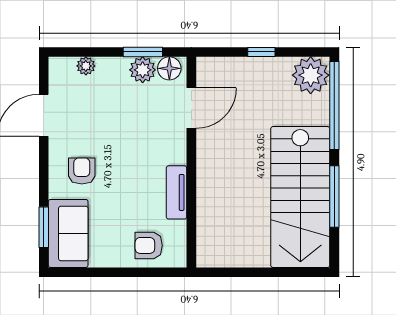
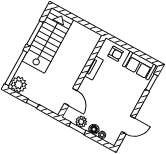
floor lamp: (169, 68) -> (94, 129), moved
door: (191, 108) -> (71, 97), swing flipped
armchair: (82, 171) -> (125, 96), removed
sofa: (68, 233) -> (139, 66), moved, turned -90

